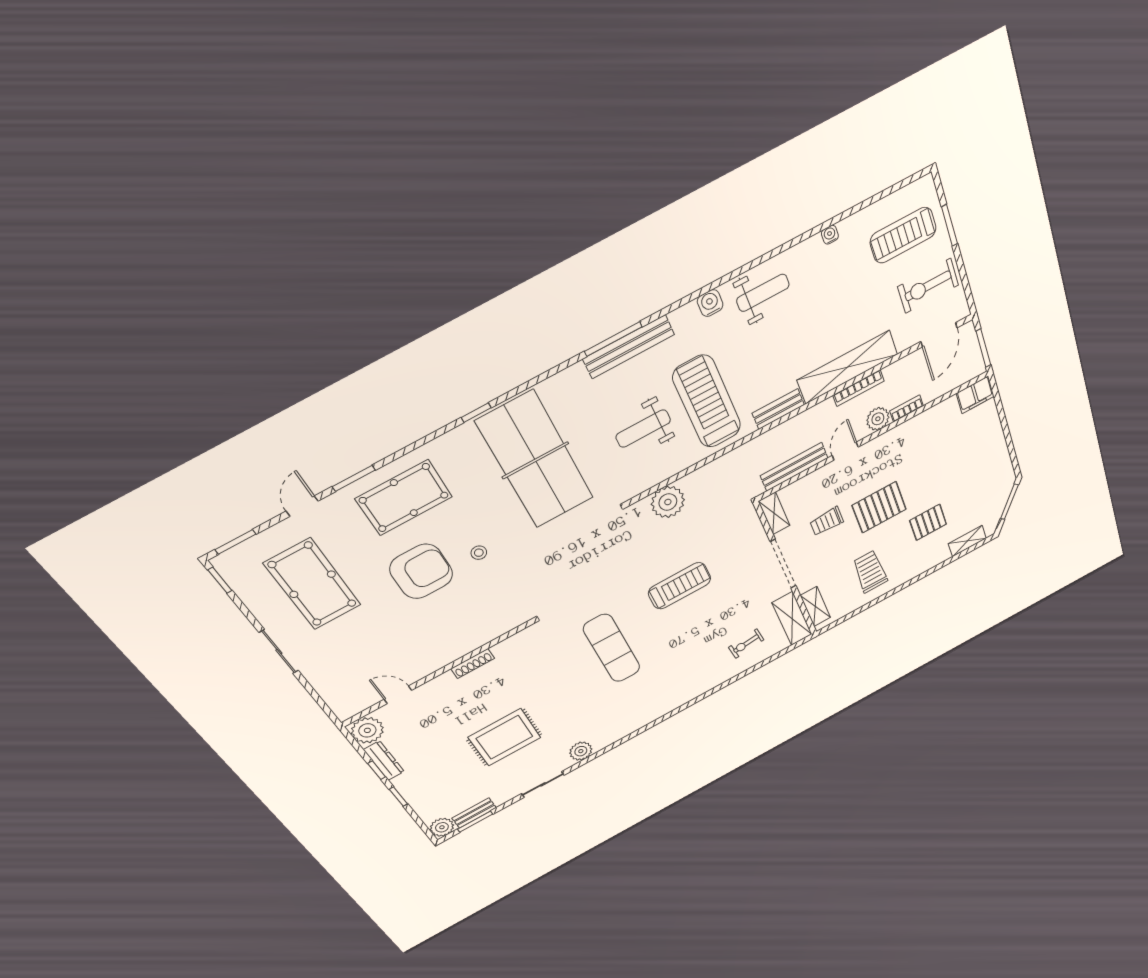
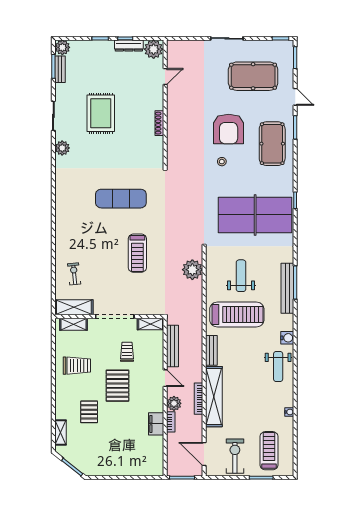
filing cabinet: (975, 395) -> (156, 424), moved

